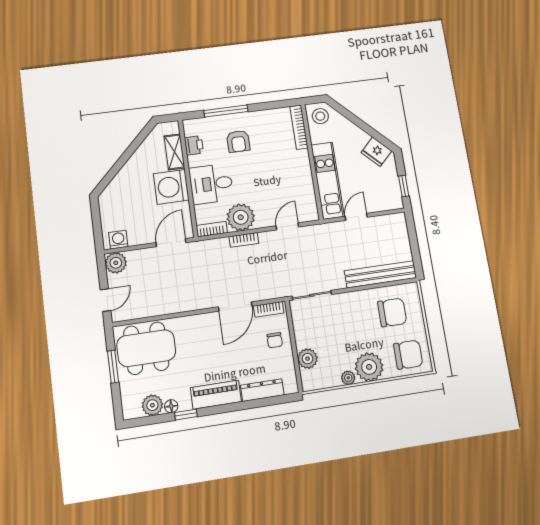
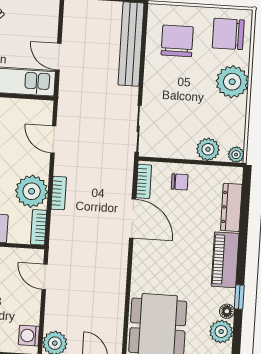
door: (171, 243) -> (45, 277), width x0.73
chair: (408, 355) -> (228, 34), turned -90
plant: (348, 378) -> (236, 155), moved

